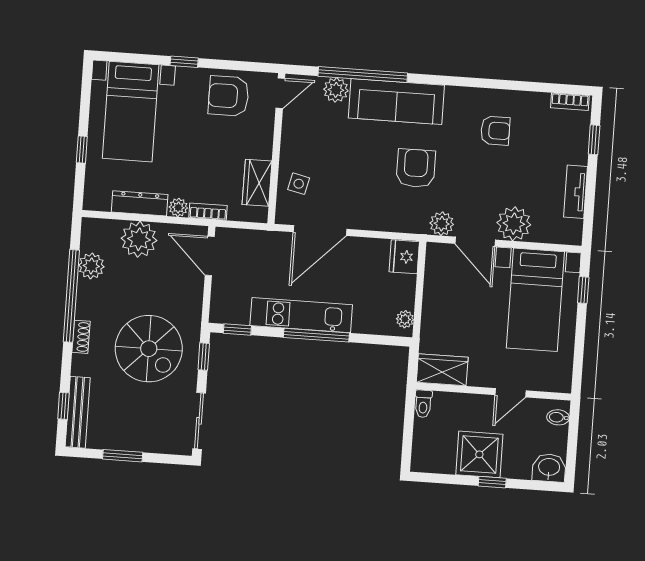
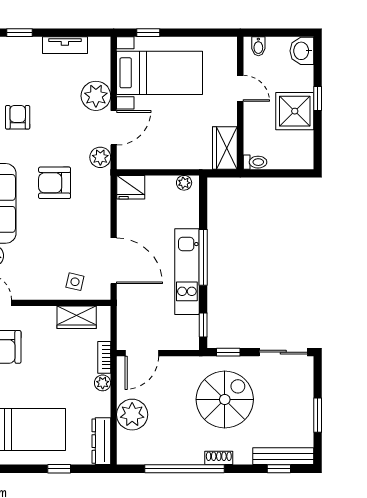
dresser: (140, 203) -> (101, 441), moved
plant: (91, 266) -> (158, 454), removed

